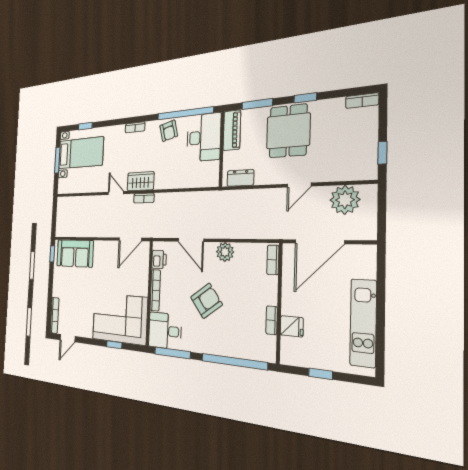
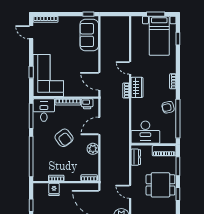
desk: (204, 137) -> (145, 132), moved
door: (116, 193) -> (130, 68), swing flipped

